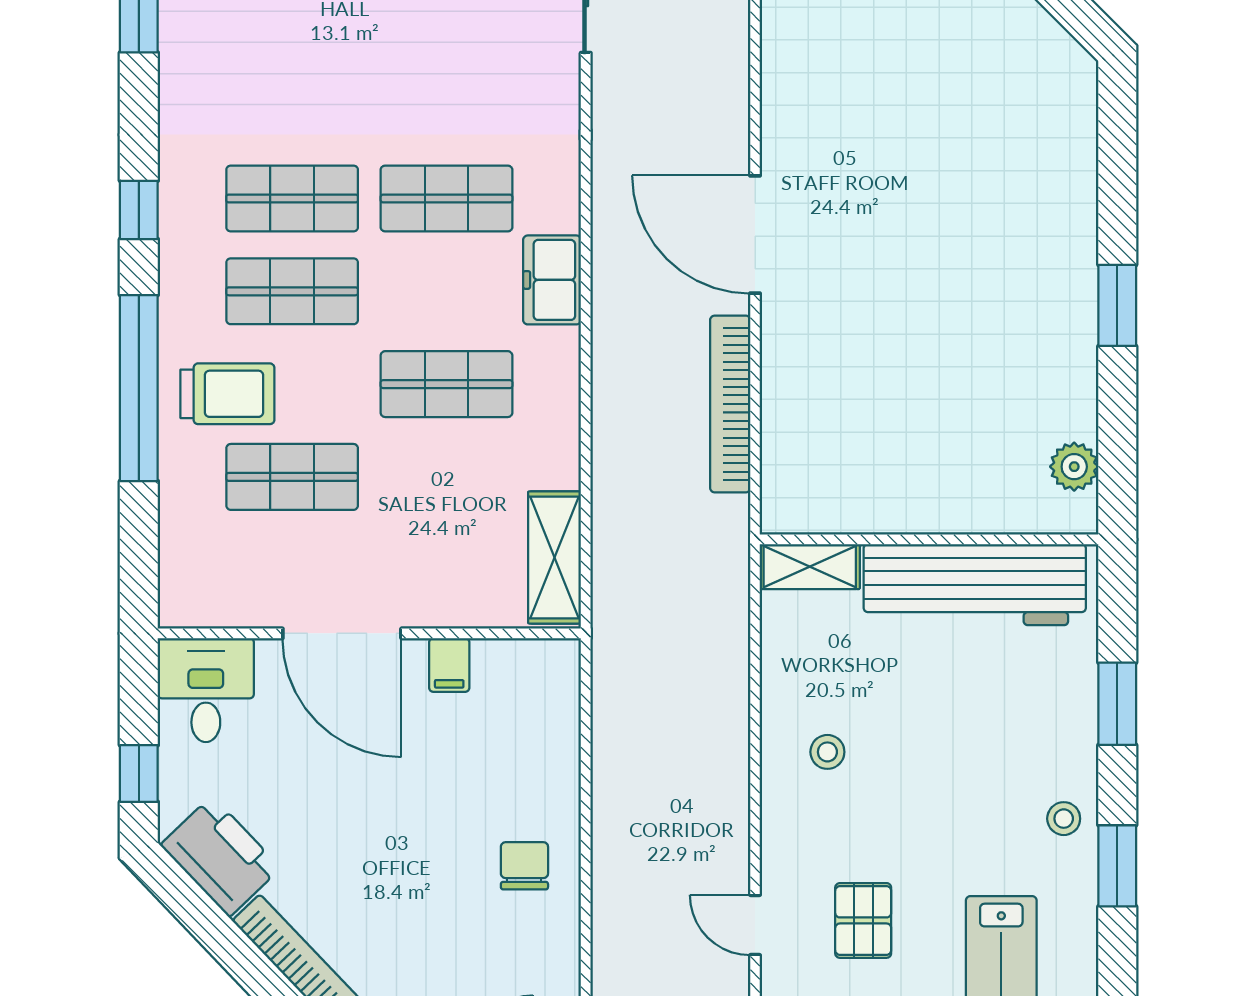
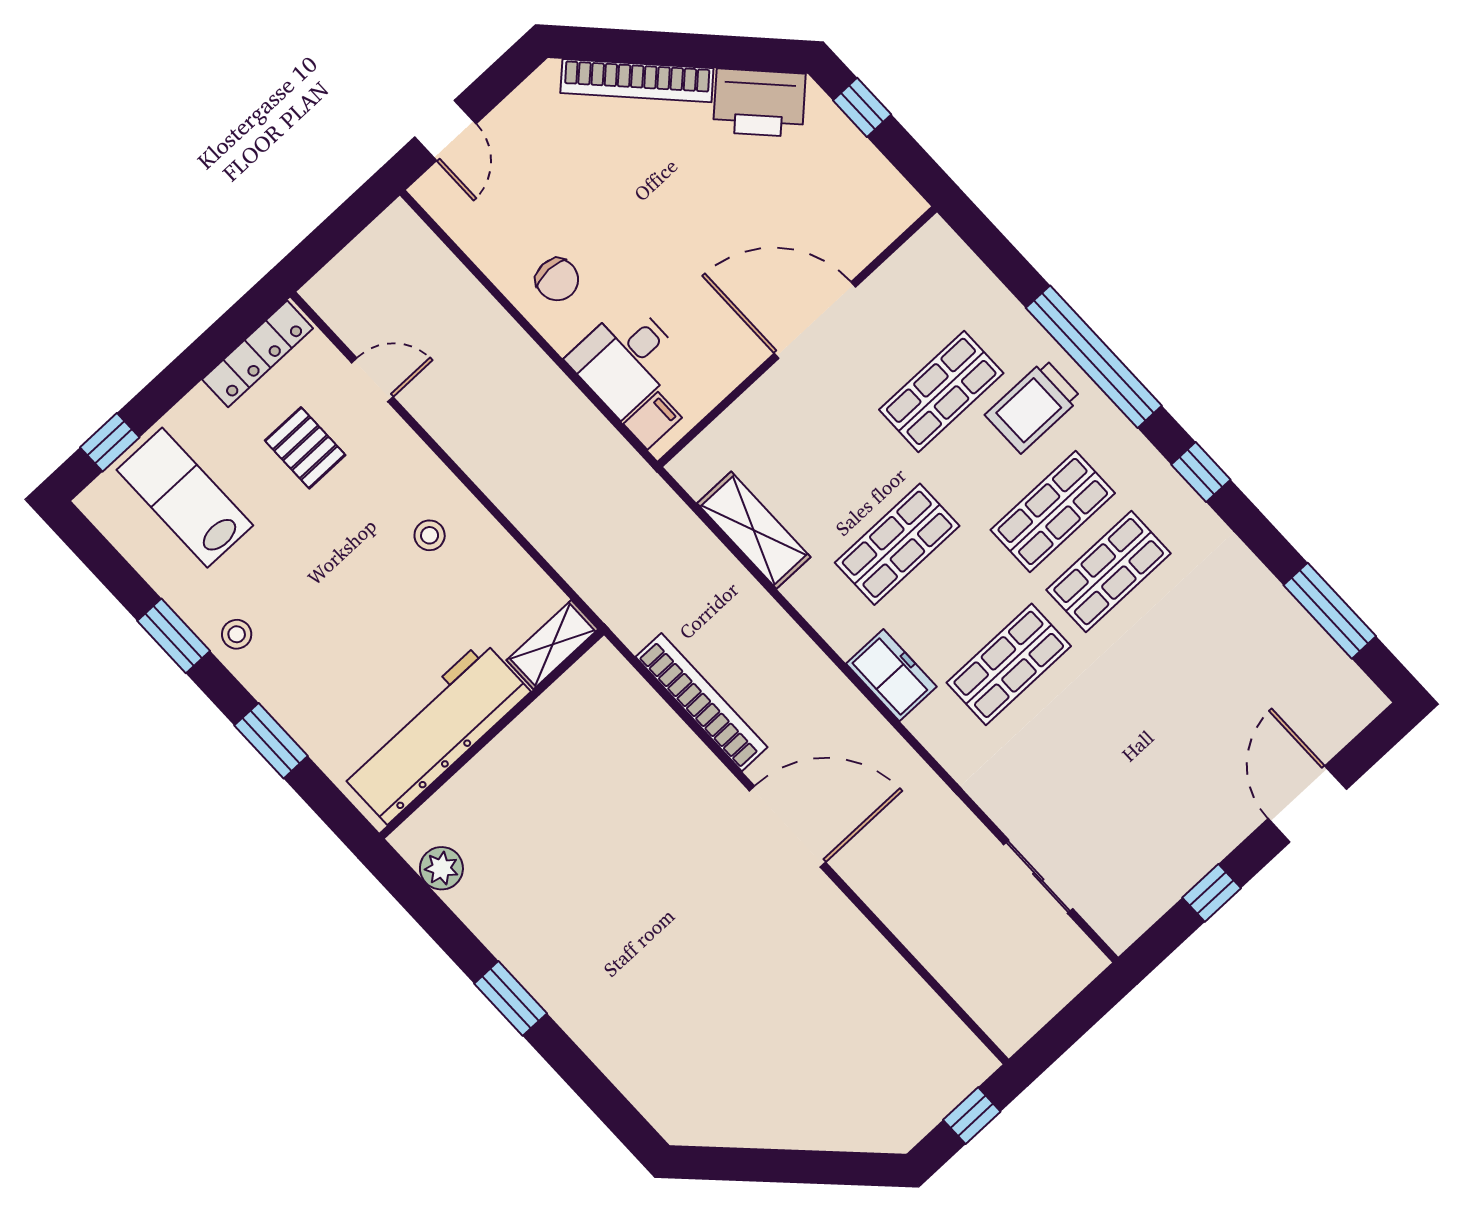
shelving: (555, 557) -> (754, 530), moved
filing cabinet: (449, 665) -> (653, 421), moved, turned 90
desk: (206, 690) -> (625, 359), moved, turned 90

